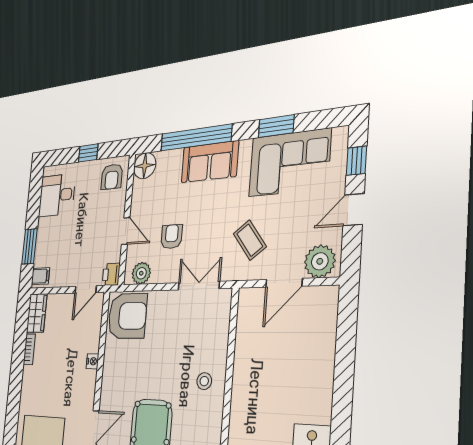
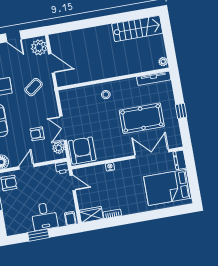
desk: (57, 195) -> (44, 216), moved
door: (126, 231) -> (26, 167), moved
window: (29, 246) -> (38, 235), moved
double door: (199, 286) -> (63, 128), moved

